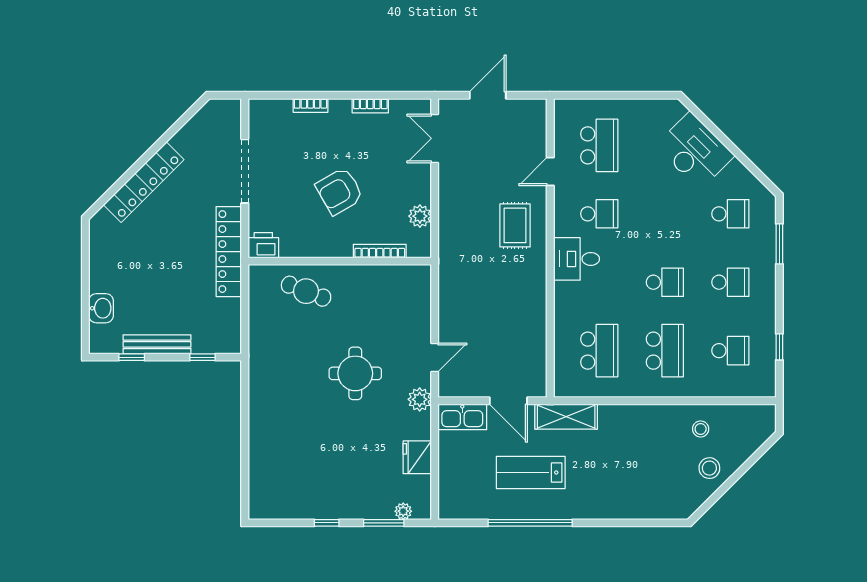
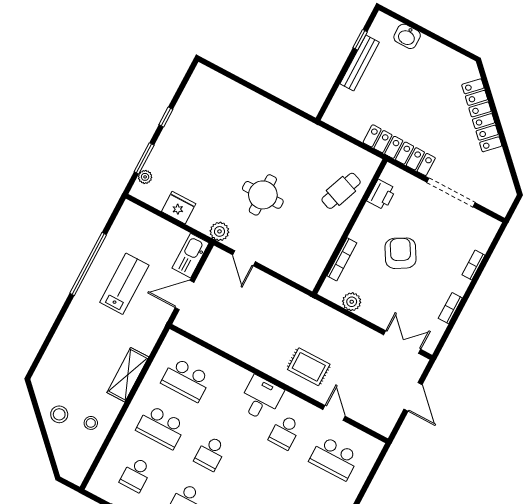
printer: (263, 245) -> (381, 195), moved
window: (202, 357) -> (333, 91), removed
shelving: (566, 417) -> (128, 375), moved

